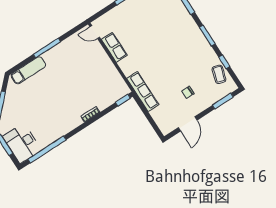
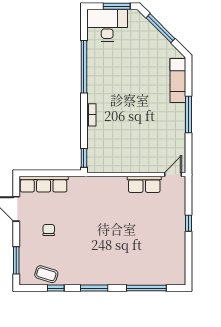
row of seats: (143, 92) -> (44, 184), moved
window: (47, 150) -> (84, 67), moved

